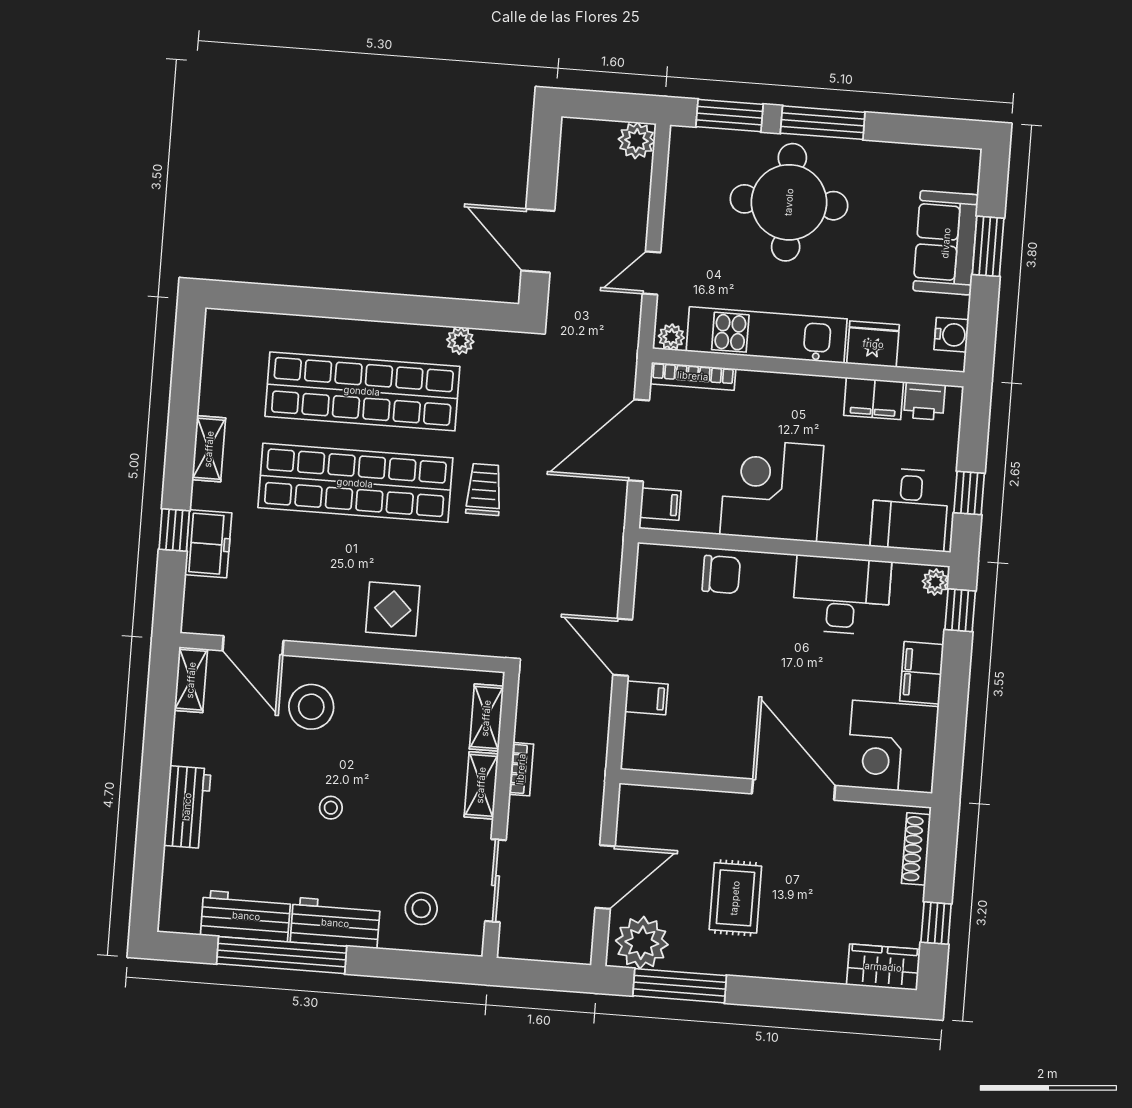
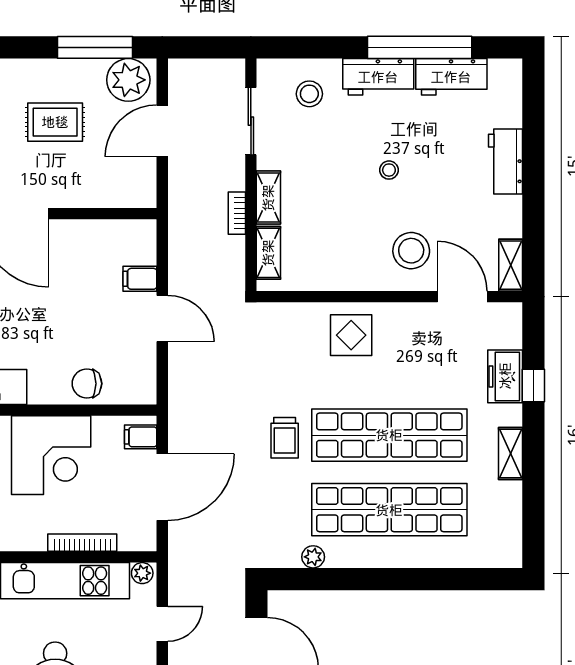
bookcase: (693, 376) -> (82, 543), moved
rug: (735, 898) -> (55, 122), turned 90

